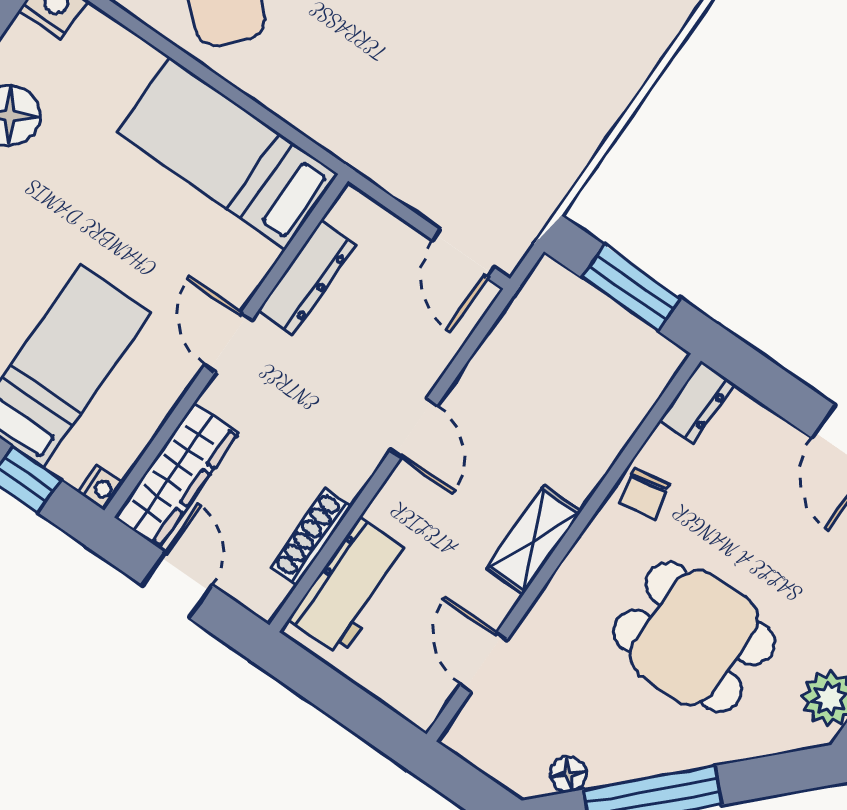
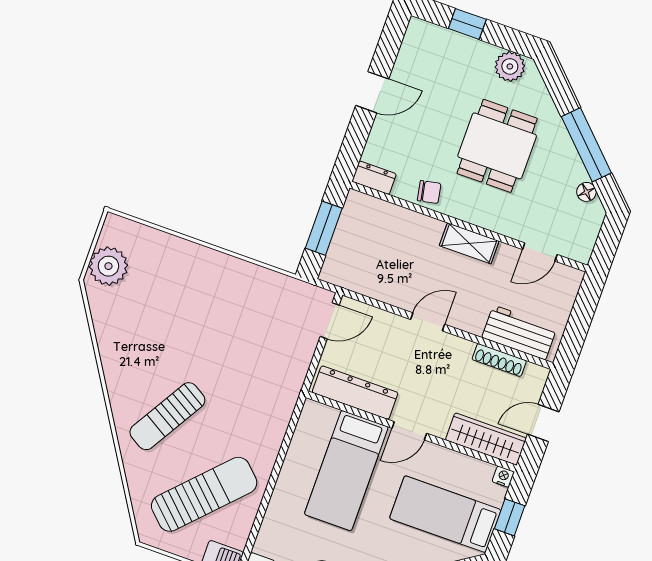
bed: (228, 153) -> (346, 471), moved
dresser: (307, 278) -> (355, 393), width x1.37, depth x1.24

